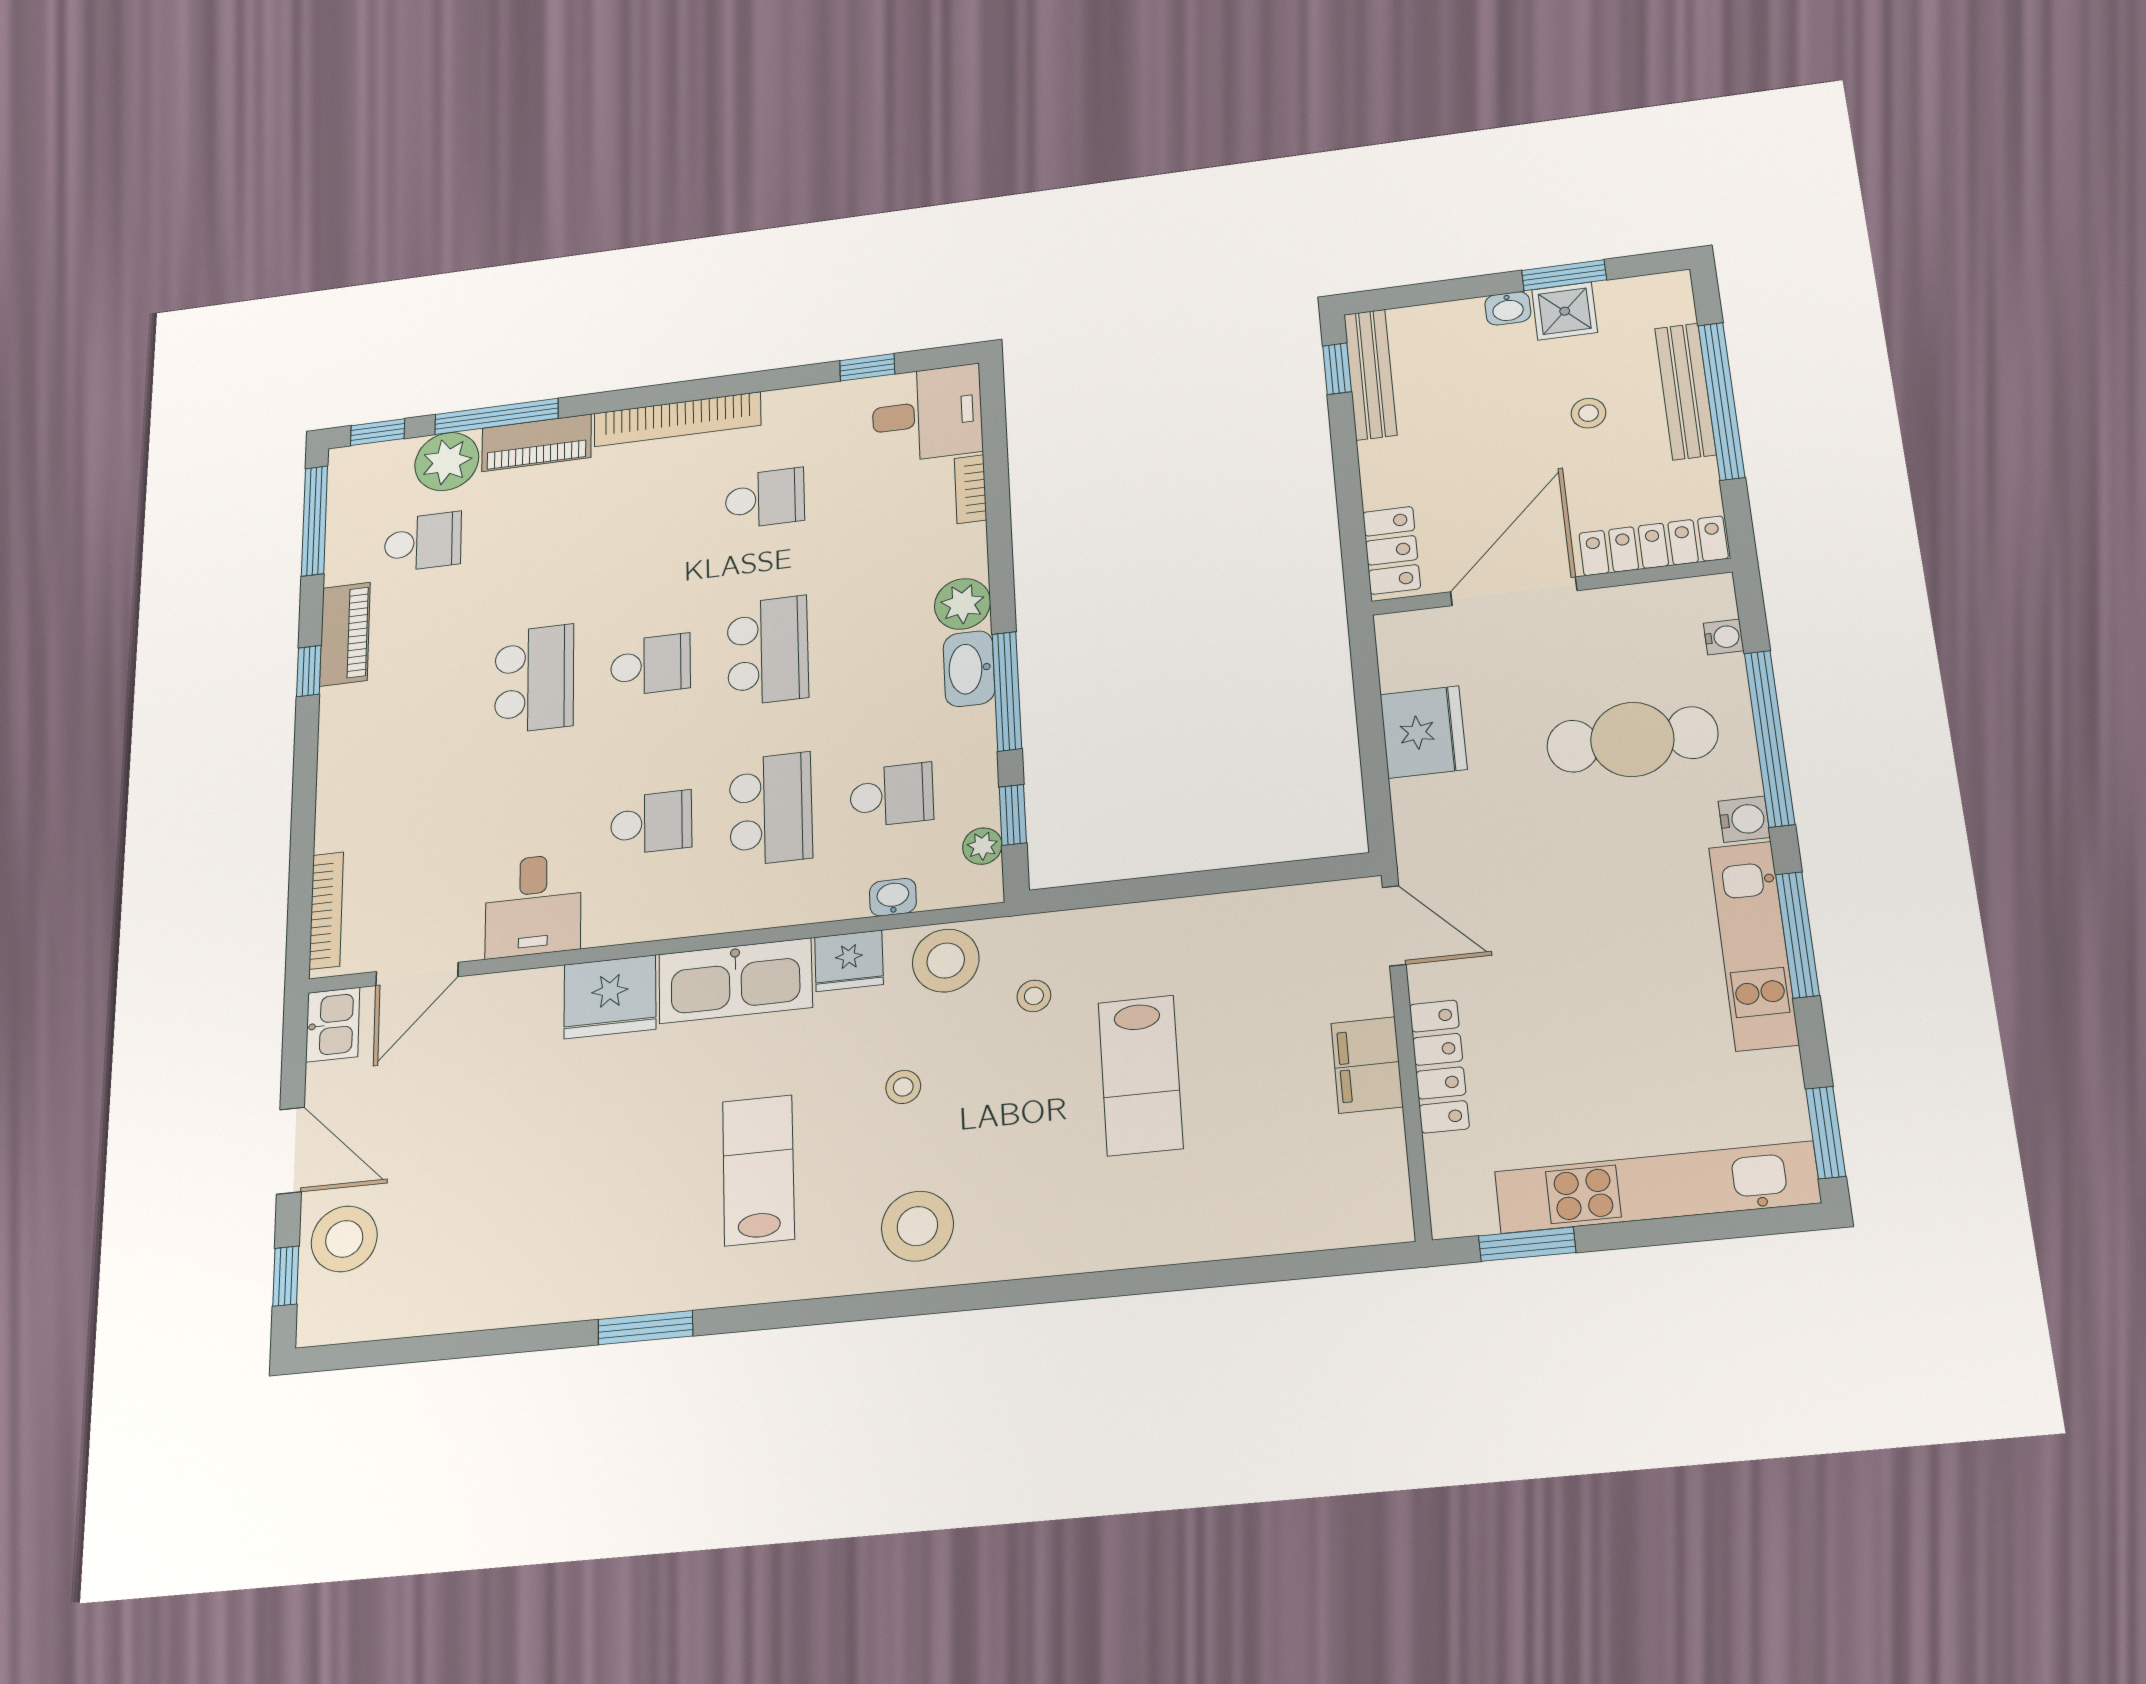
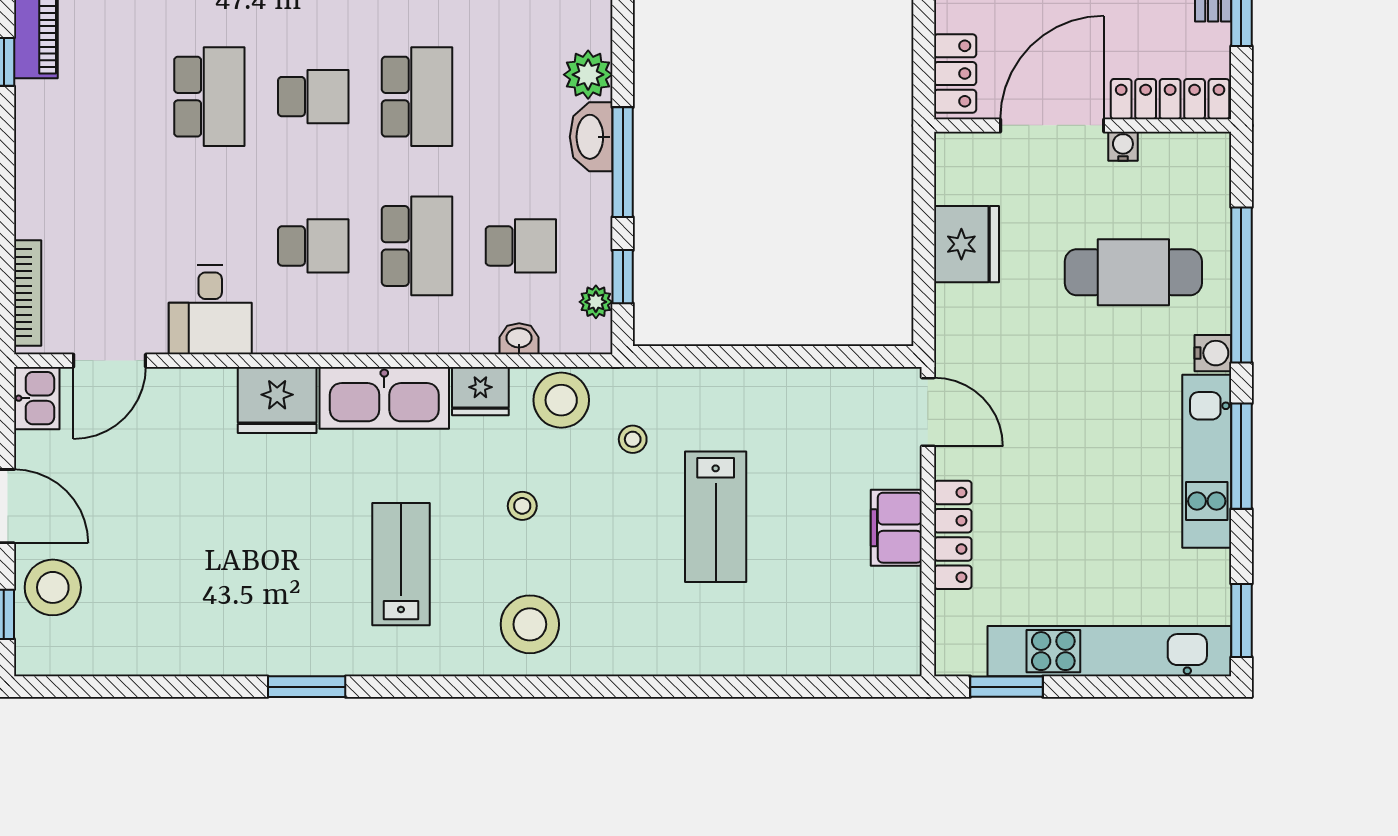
water cooler: (1724, 637) -> (1123, 146), moved, turned -90

